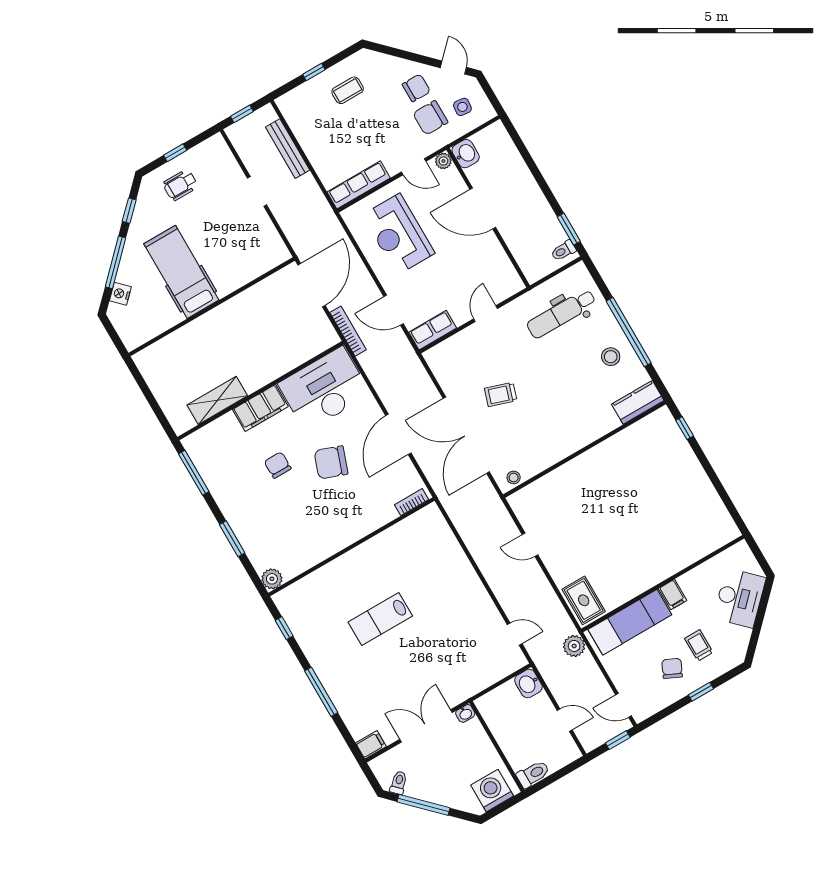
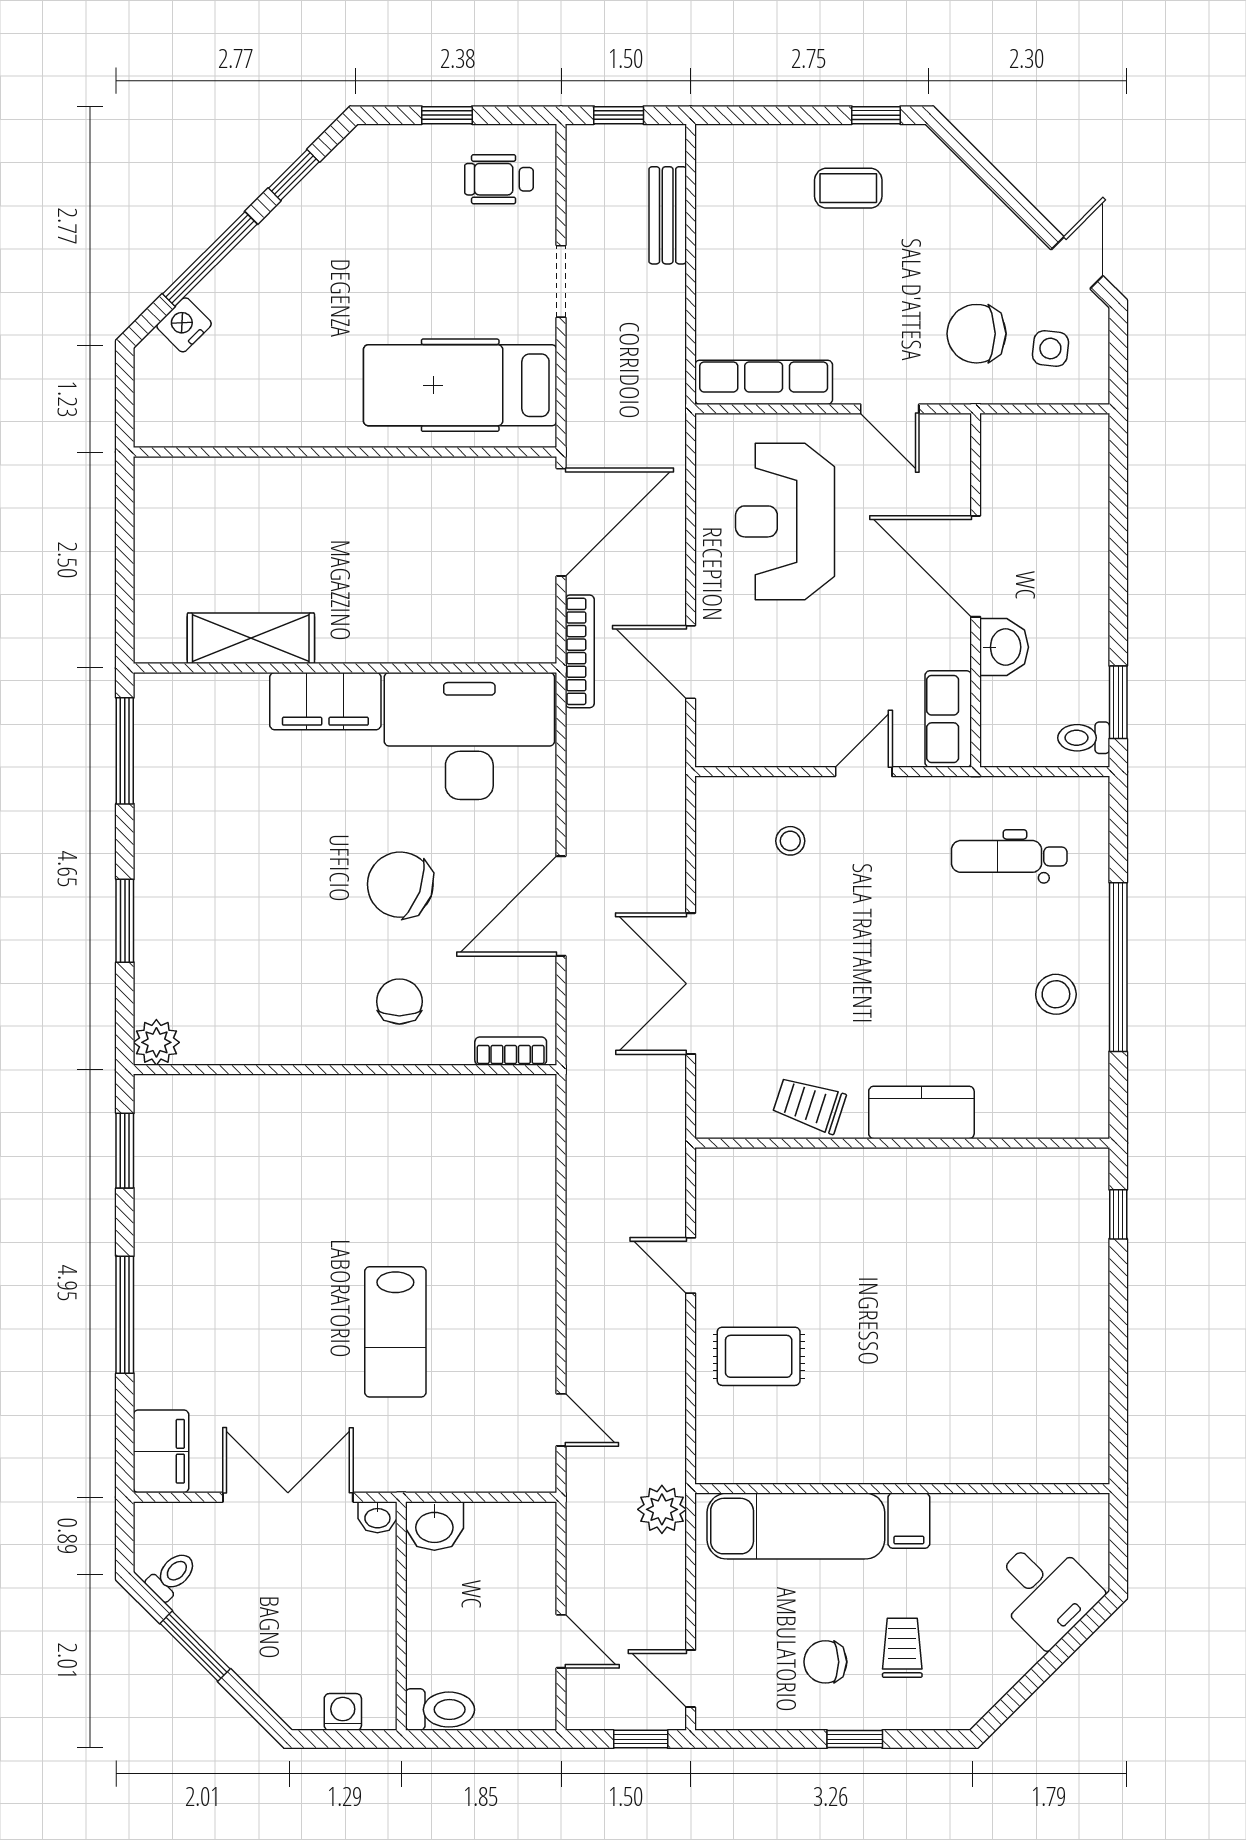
window: (314, 72) -> (876, 115), moved
chair: (416, 88) -> (983, 260), removed
bench: (288, 149) -> (668, 215), width x0.73
washbasin: (466, 154) -> (1004, 647), moved
plant: (443, 161) -> (953, 431), removed
wheelchair: (180, 185) -> (499, 179), moved
hospital bed: (181, 272) -> (460, 385), moved, turned -90
dental chair: (561, 314) -> (1009, 856), width x0.73, depth x0.72
row of seats: (433, 330) -> (948, 719), moved, turned -90
trolley: (501, 394) -> (809, 1105), moved
kitchen counter: (638, 402) -> (921, 1112), moved
double door: (466, 435) -> (691, 984), width x0.73
chair: (278, 465) -> (399, 1001), moved
stool: (514, 477) -> (790, 841), moved
desk: (740, 598) -> (1045, 1591), width x0.73
rug: (584, 600) -> (759, 1356), moved, turned 90
lab bench: (380, 619) -> (395, 1332), moved, turned -90
window: (284, 628) -> (125, 1151), width x1.50
chair: (672, 668) -> (825, 1662), turned -115
washbasin: (528, 684) -> (434, 1526), moved, turned -90
filing cabinet: (371, 745) -> (161, 1451), width x2.00
washing machine: (492, 791) -> (343, 1712), width x0.53, depth x0.53
window: (424, 805) -> (195, 1646), width x0.69

